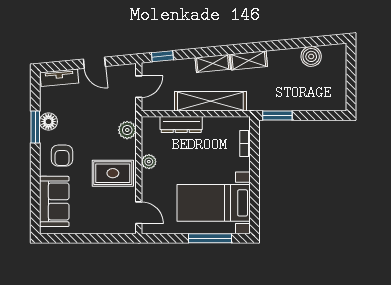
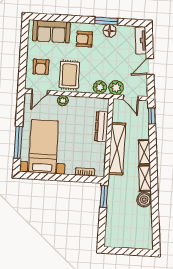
boiler: (311, 56) -> (144, 200), moved
plant: (126, 108) -> (116, 88), added
plant: (149, 162) -> (63, 101), moved
armchair: (104, 213) -> (41, 67), added

